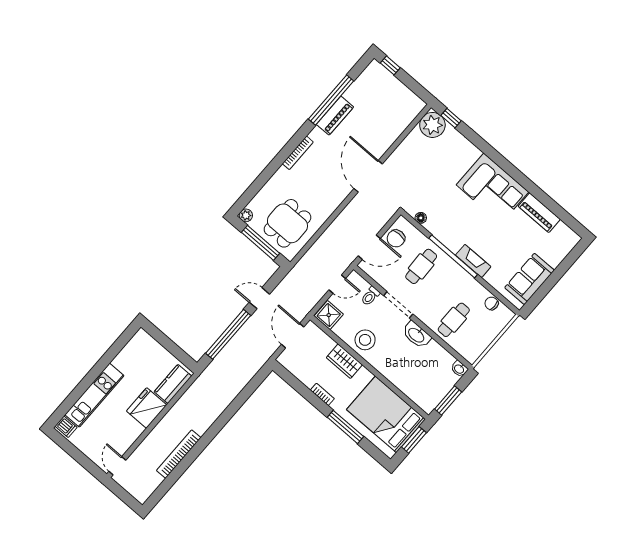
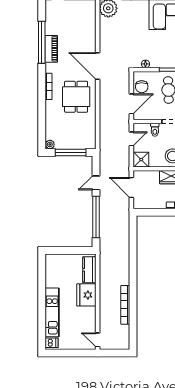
dining table: (287, 223) -> (76, 97), moved

